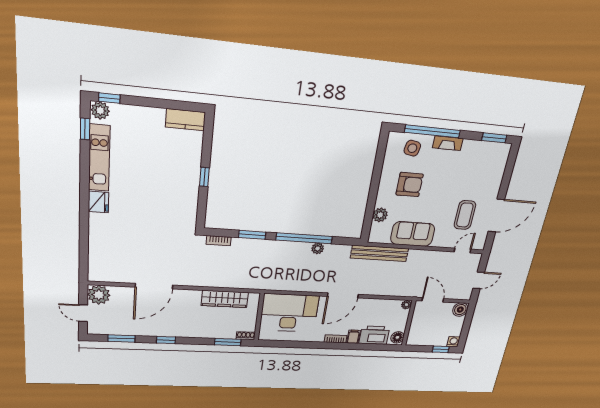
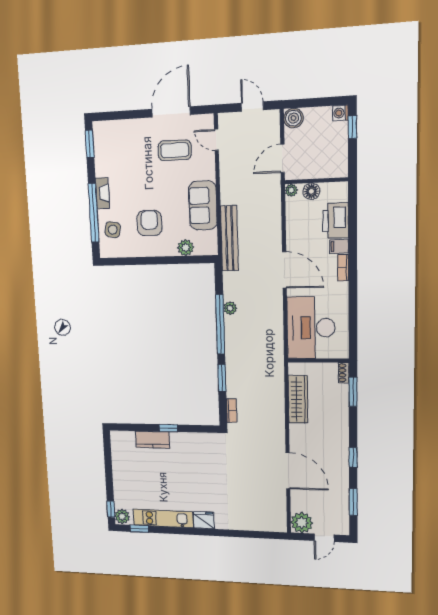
kitchen counter: (185, 120) -> (152, 440), moved, turned 90
door: (496, 216) -> (171, 112), hinge flipped
floor lamp: (397, 337) -> (311, 191), moved

